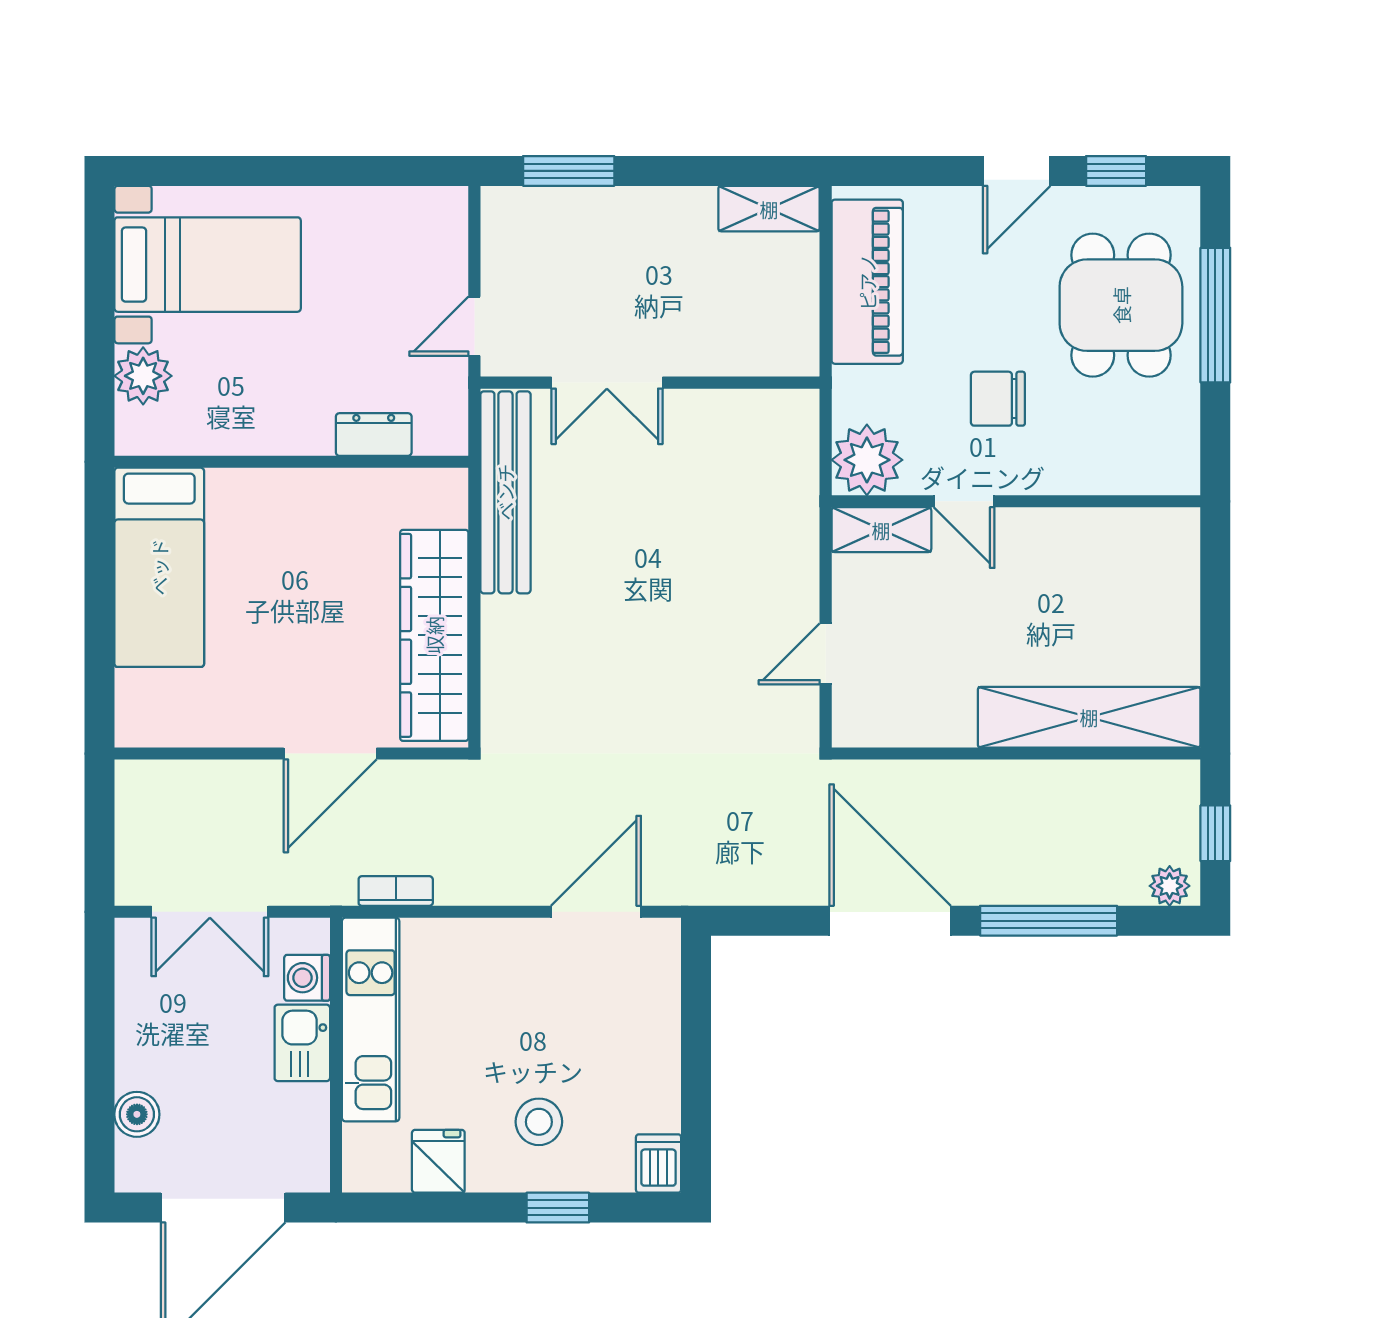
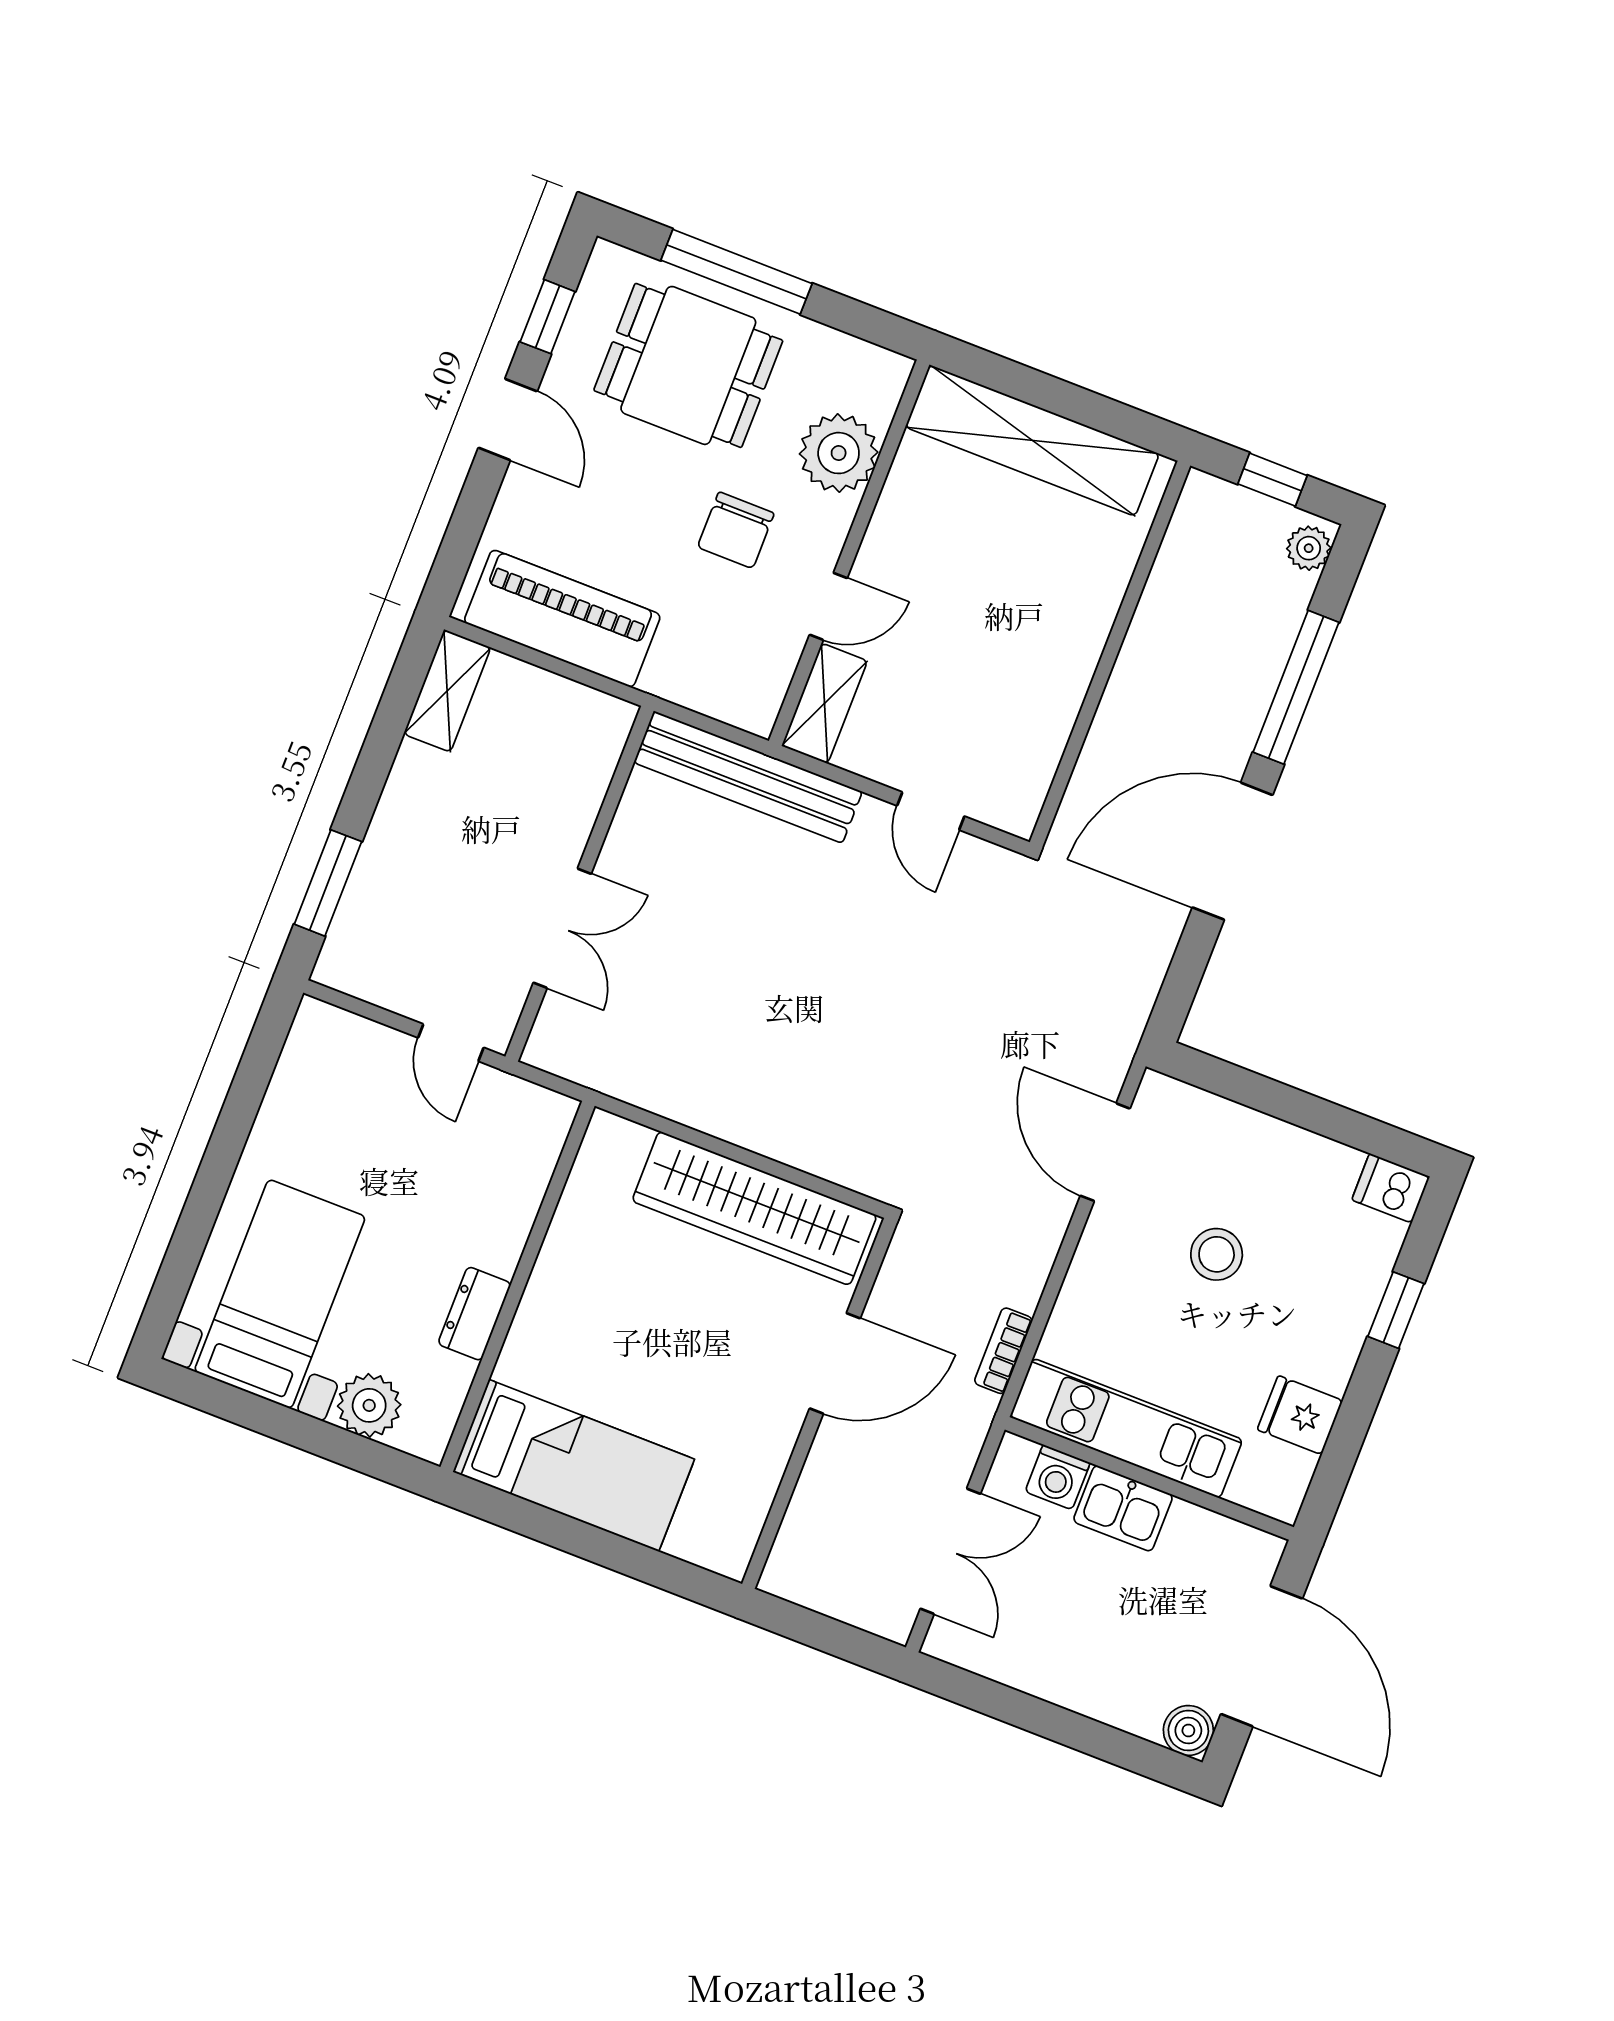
dresser: (374, 435) -> (475, 1314), moved
plant: (867, 460) -> (839, 453), moved
bench: (505, 492) -> (748, 777), moved
shelving: (1089, 717) -> (1032, 440), moved, turned 90
door: (330, 754) -> (835, 1363), hinge flipped
boiler: (137, 1114) -> (1188, 1730), moved
stool: (539, 1122) -> (1217, 1254), moved

